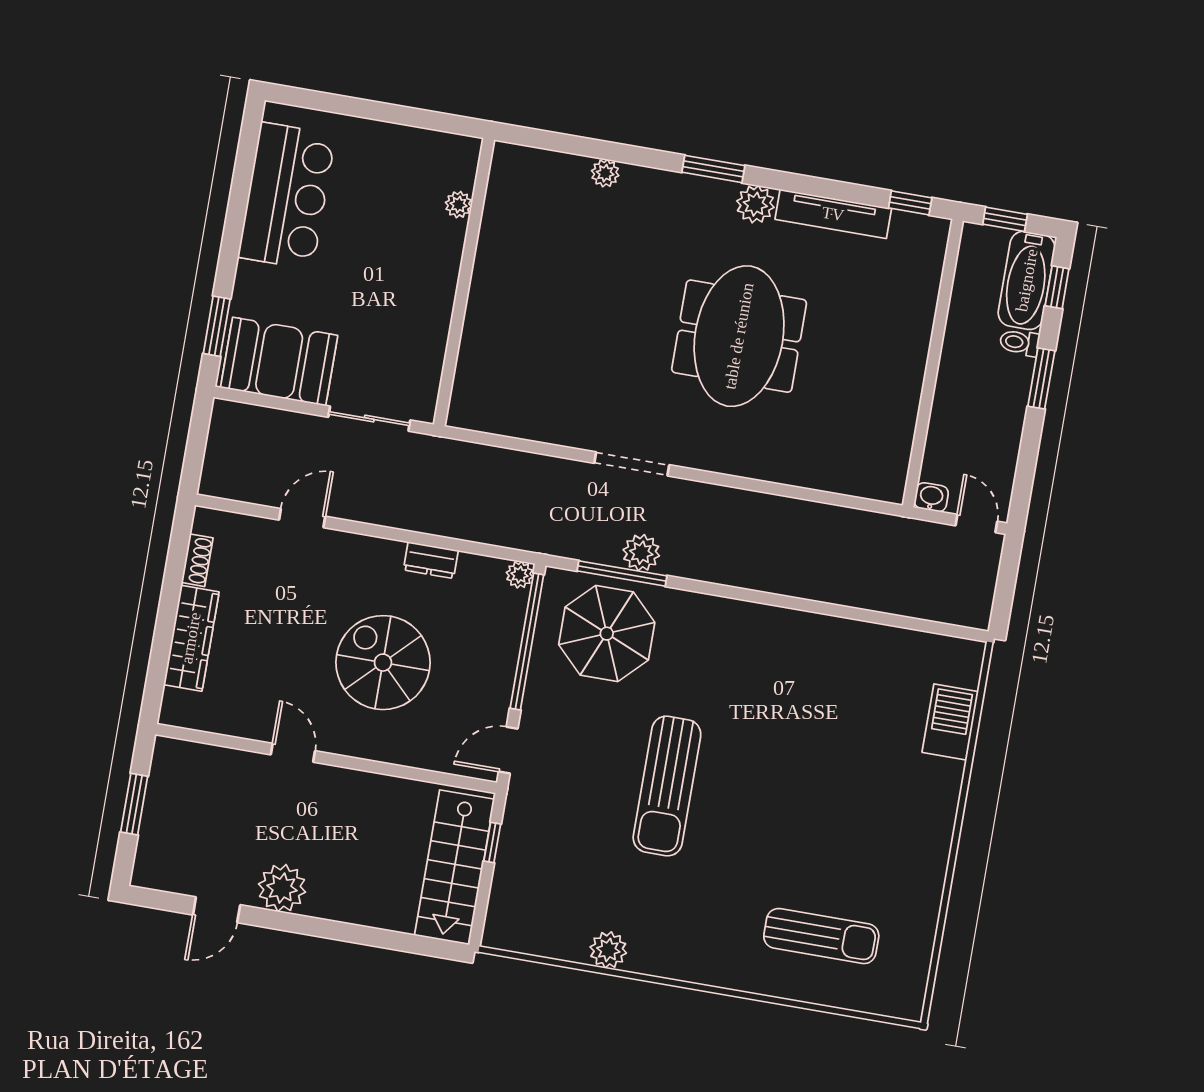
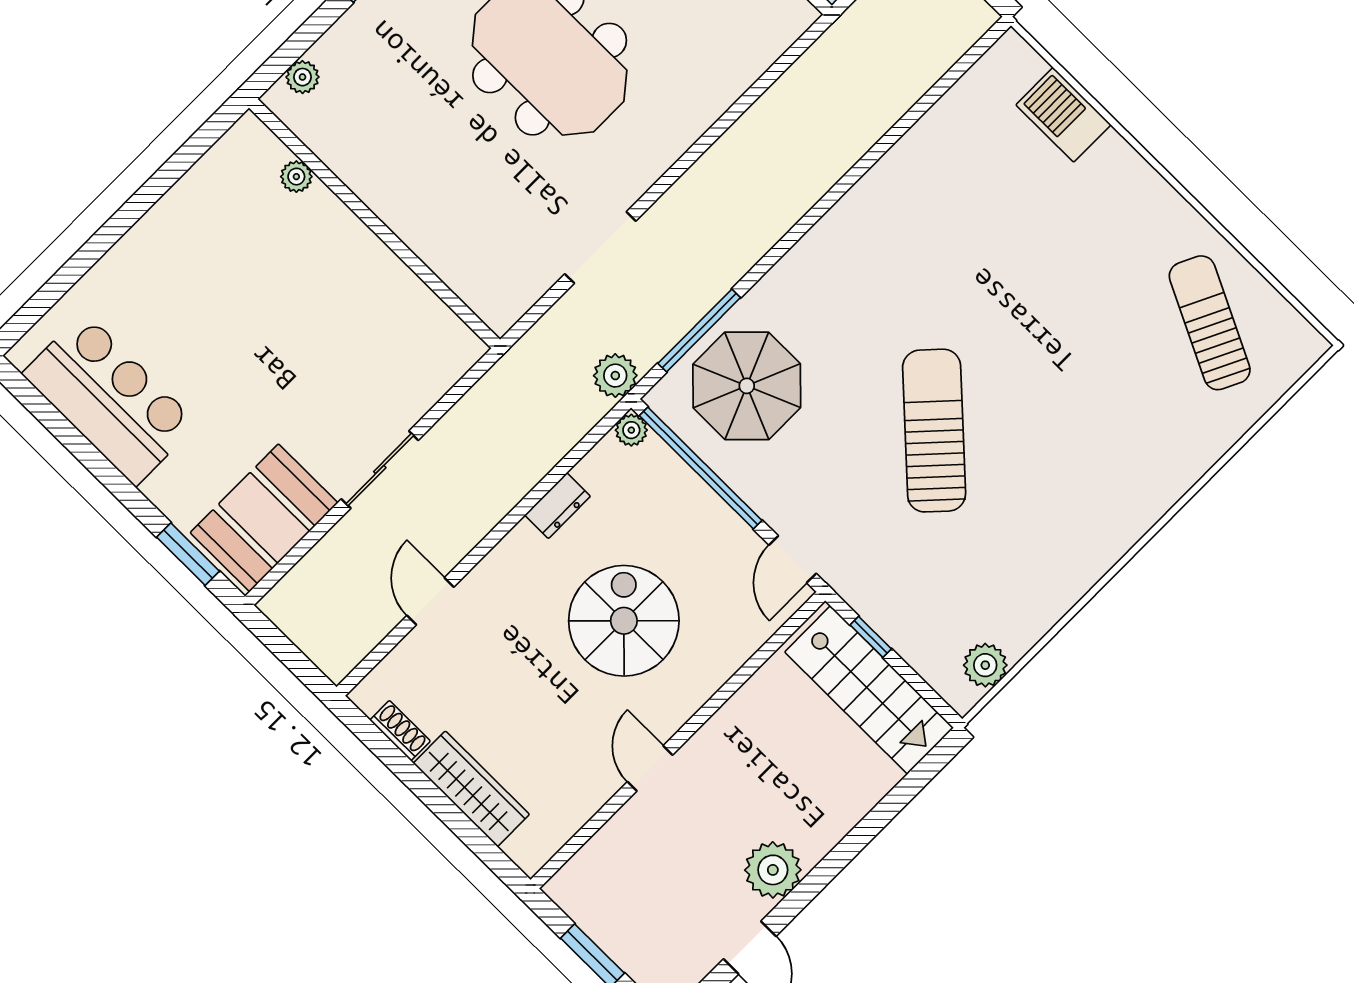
plant: (459, 205) -> (296, 177), moved
wall: (464, 282) -> (375, 224), moved
plant: (641, 553) -> (615, 376), moved
spiral stairs: (383, 663) -> (624, 621), turned 90
door: (293, 753) -> (650, 768), hinge flipped
sun lounger: (667, 786) -> (934, 431), turned -137
sun lounger: (821, 936) -> (1210, 323), moved, turned -64
plant: (608, 950) -> (985, 665), moved

